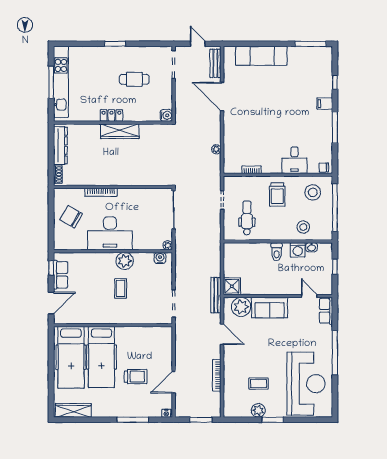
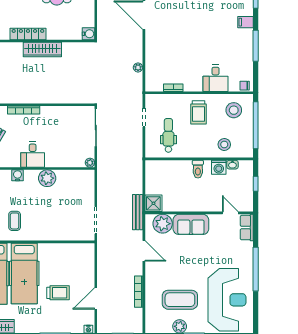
locker: (111, 115) -> (28, 34), width x1.53
desk: (110, 233) -> (33, 155), width x0.53, depth x0.77
water cooler: (160, 258) -> (18, 175), moved
coffee table: (121, 288) -> (15, 221), moved
coffee table: (258, 384) -> (180, 300), width x1.86, depth x1.72

